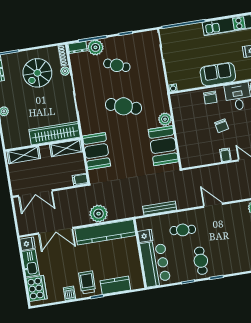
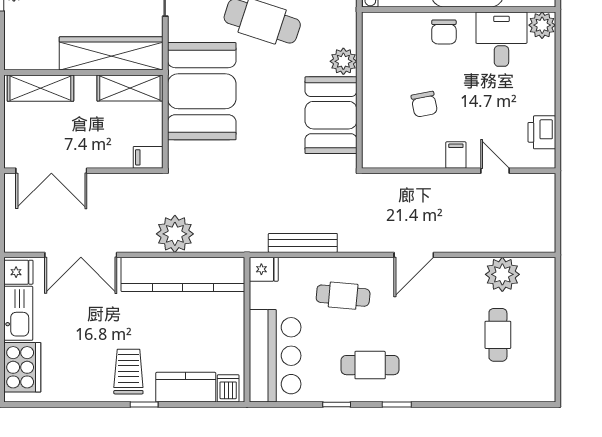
chair: (222, 126) -> (424, 104), moved
booth: (96, 151) -> (202, 91), width x1.36, depth x1.42
door: (213, 205) -> (414, 255), swing flipped
fridge: (145, 236) -> (264, 269), moved
cafe table: (201, 261) -> (370, 365), turned 90
dishwasher: (69, 293) -> (228, 388), moved

